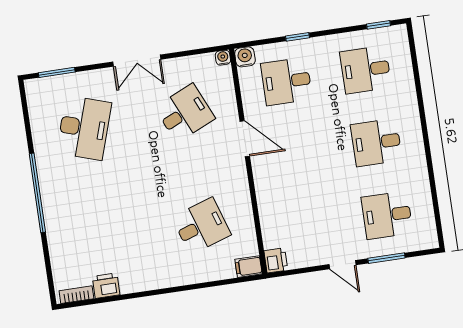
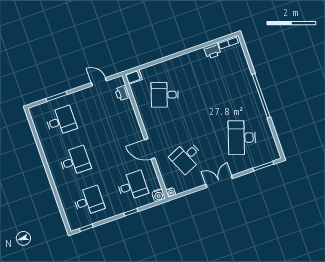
desk: (201, 226) -> (165, 95), turned 36
printer: (276, 260) -> (122, 93), moved
door: (342, 265) -> (99, 82), moved

